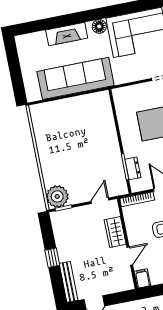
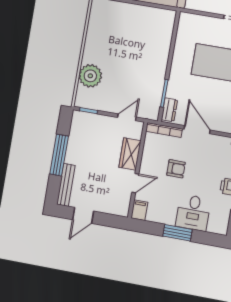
dresser: (133, 168) -> (169, 110), moved
plant: (57, 196) -> (90, 76), moved
window: (52, 258) -> (59, 155), width x2.17

